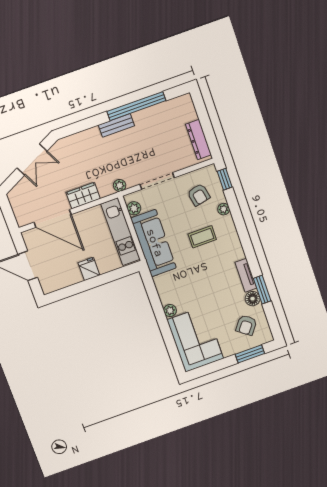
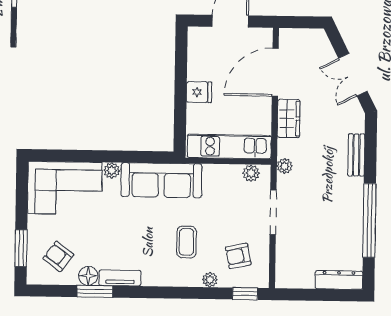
bench: (116, 125) -> (356, 155), moved
dresser: (198, 140) -> (339, 280), moved
sofa: (154, 243) -> (161, 180), moved

